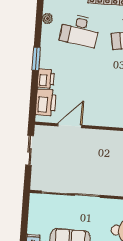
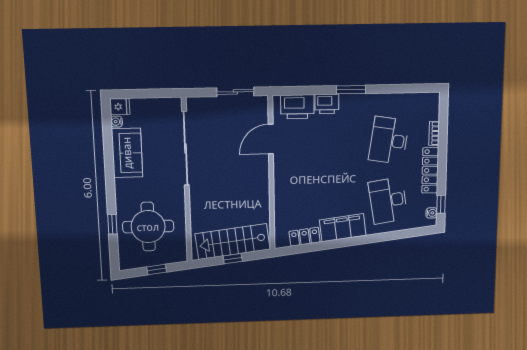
plant: (47, 18) -> (401, 99), removed
door: (70, 126) -> (271, 139), swing flipped

